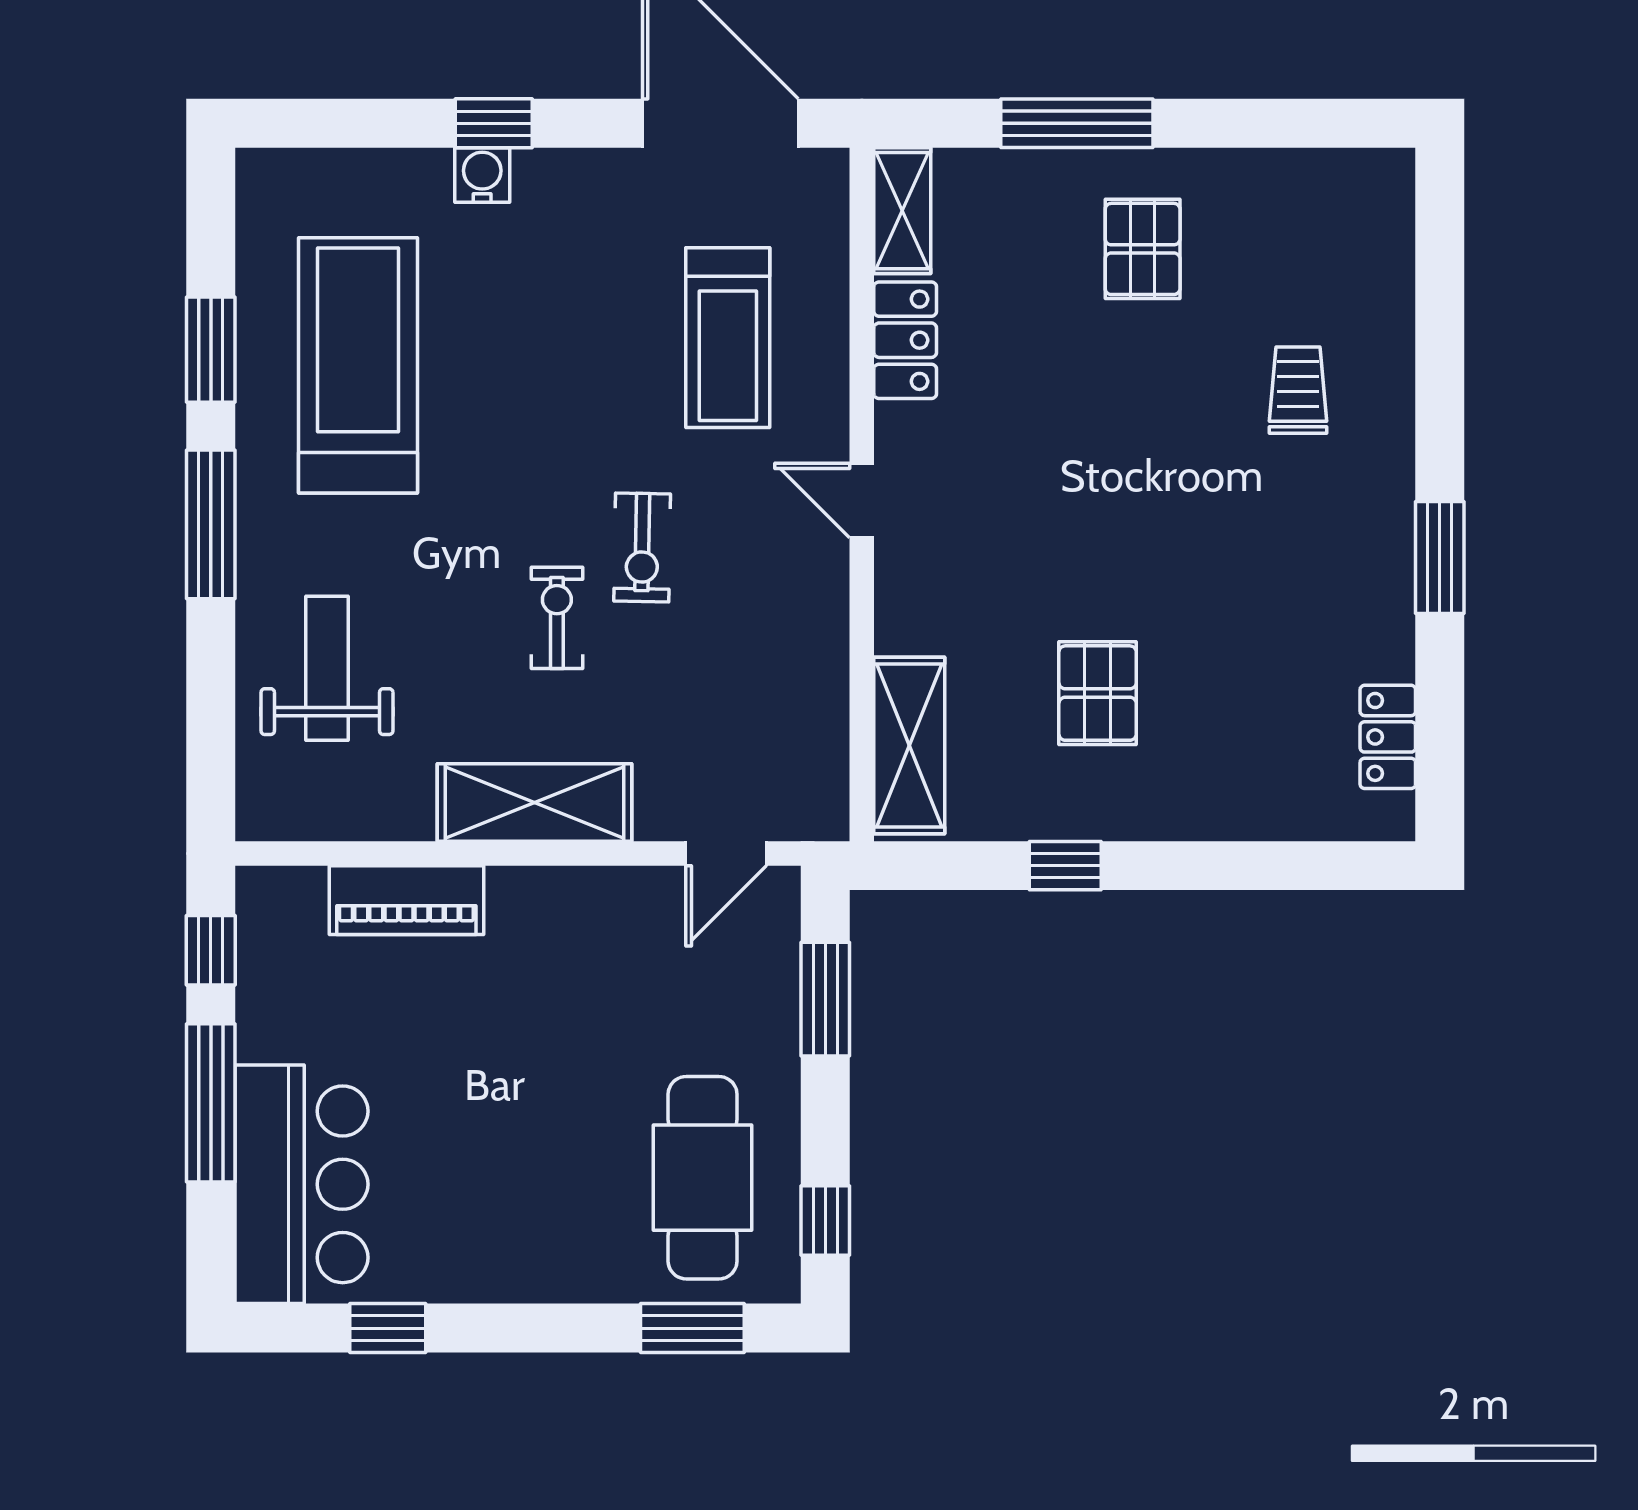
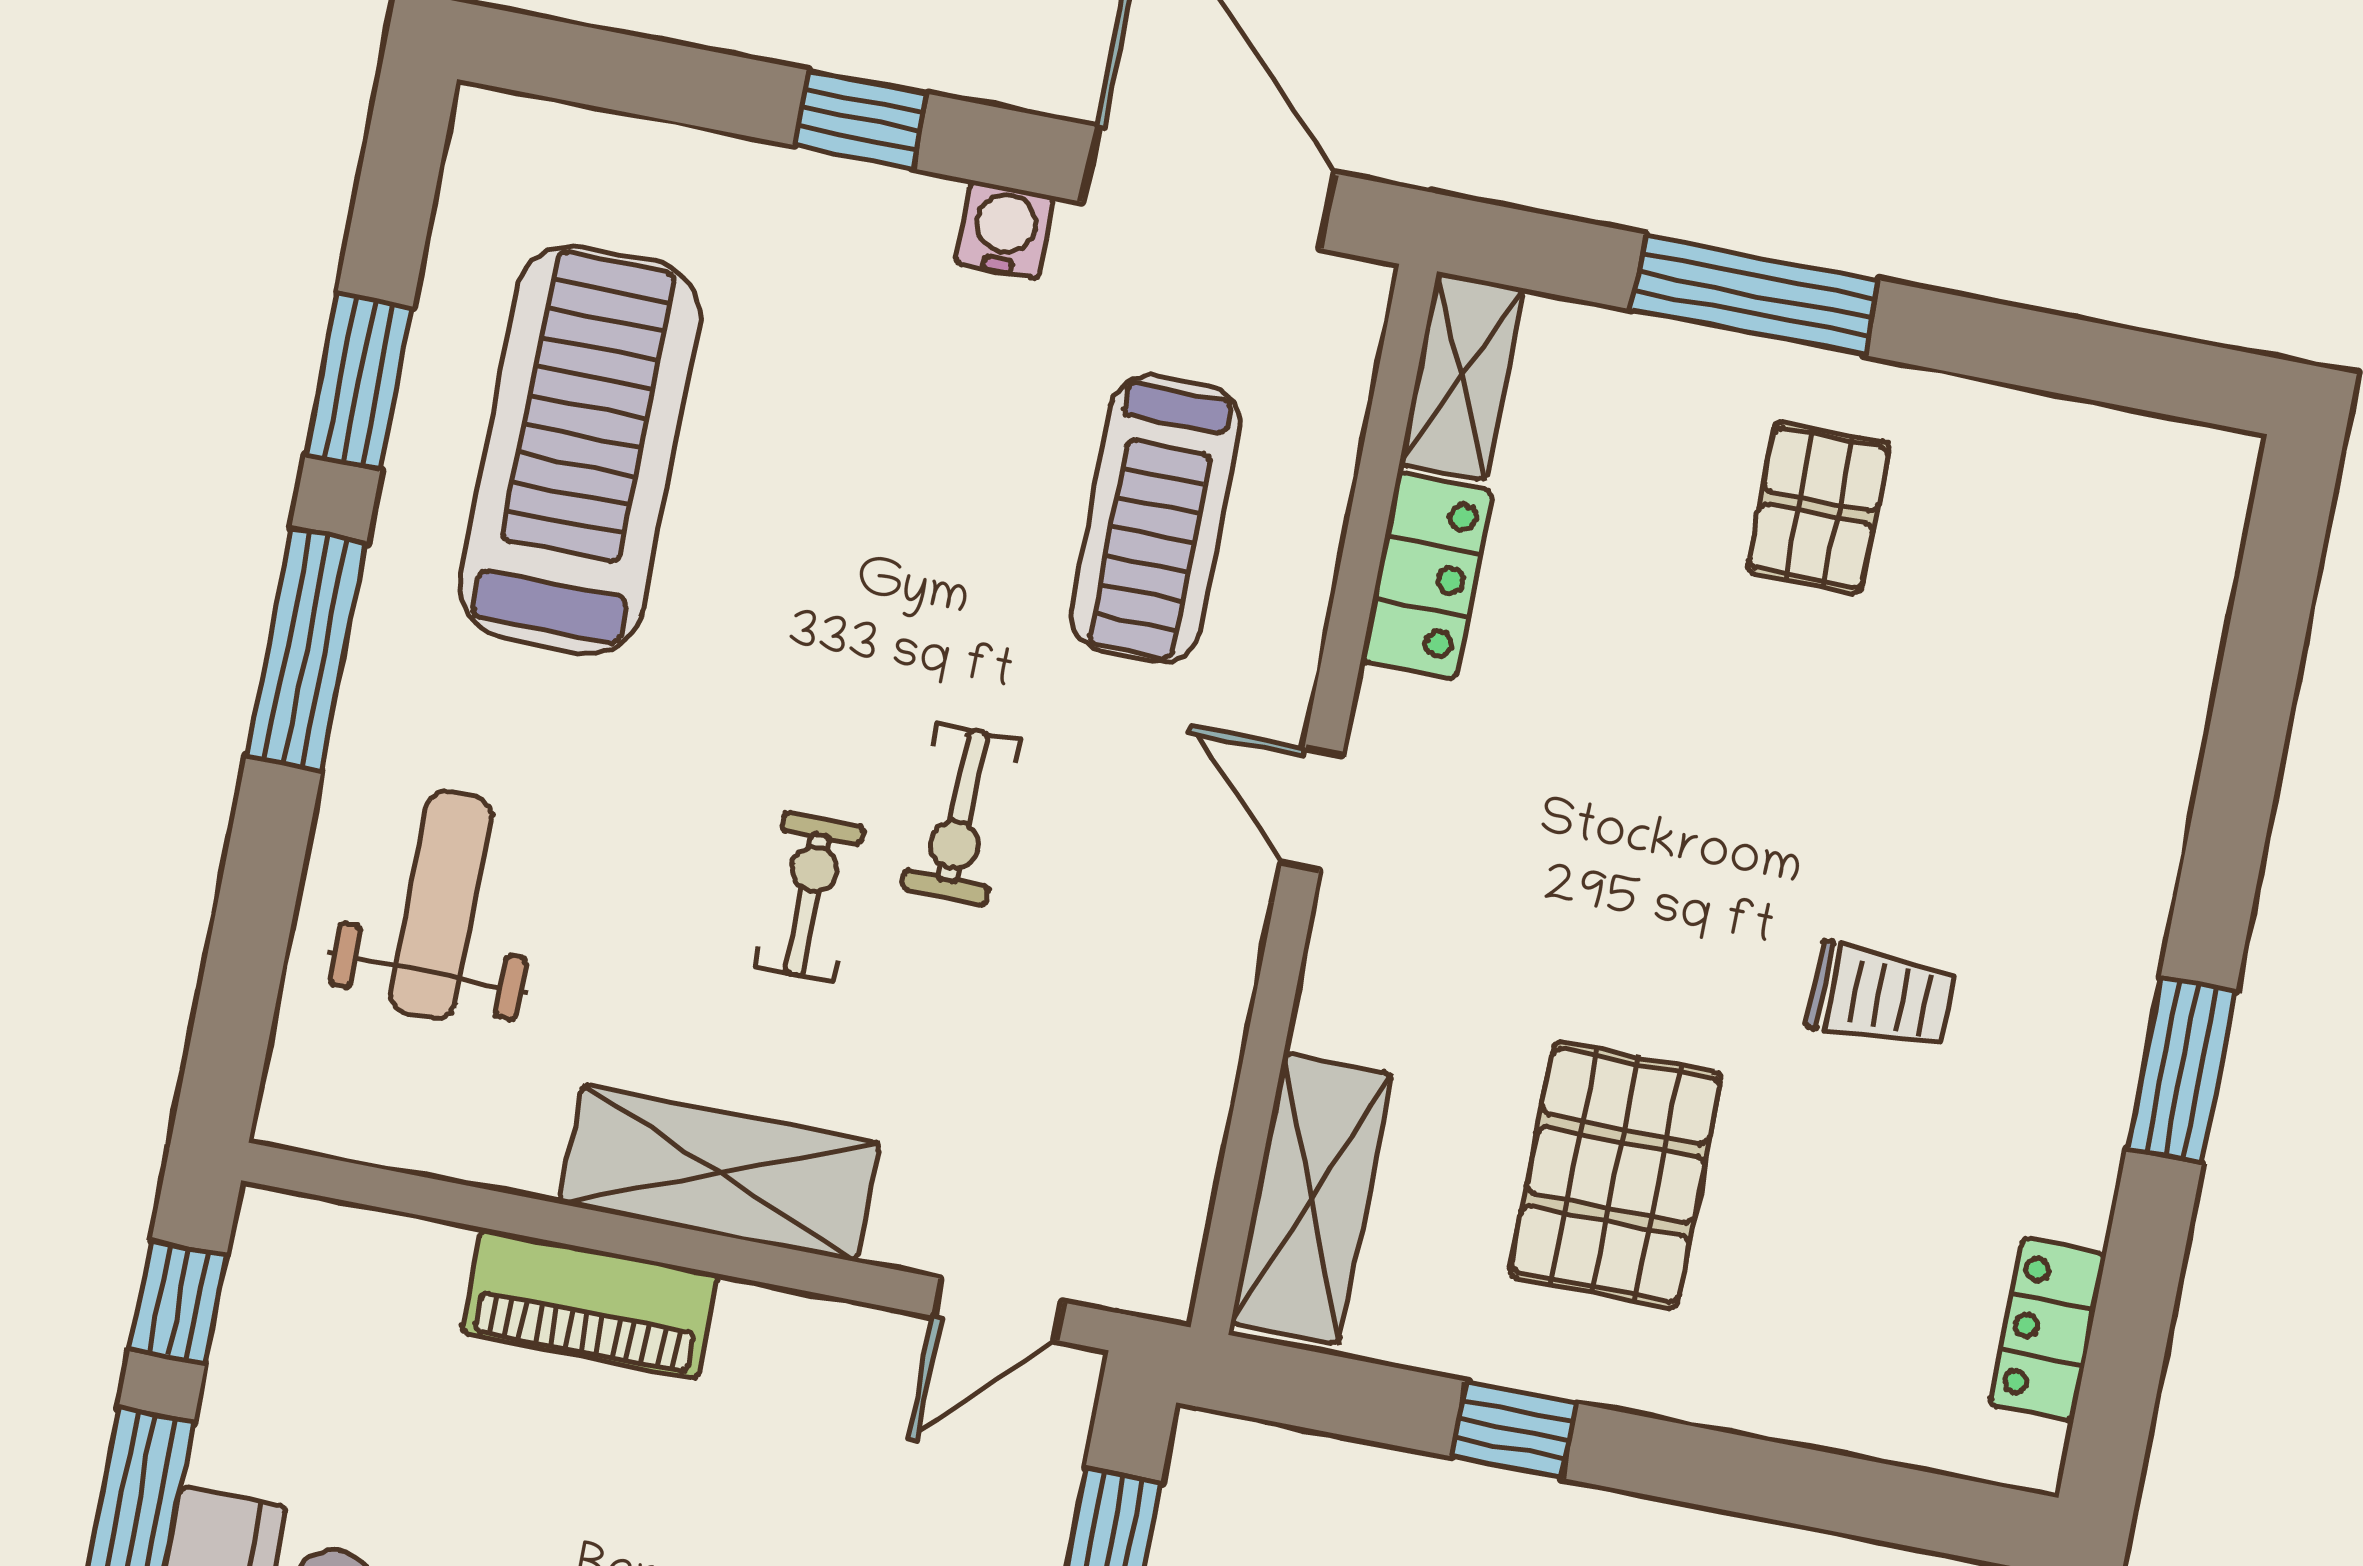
water cooler: (482, 175) -> (1005, 230), moved
trolley: (1298, 390) -> (1881, 996), moved, turned 90
pallet: (1098, 693) -> (1616, 1175), width x1.50, depth x1.42
piano: (406, 900) -> (590, 1303), moved

